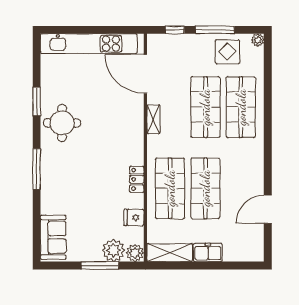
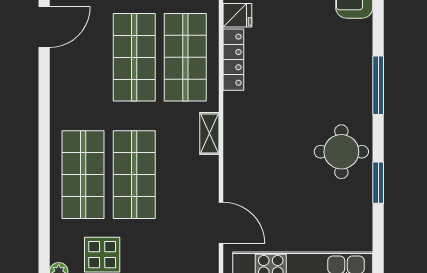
door: (145, 74) -> (221, 223), width x0.73
shelving: (153, 119) -> (209, 133), moved
locker: (137, 179) -> (233, 60), width x1.53

